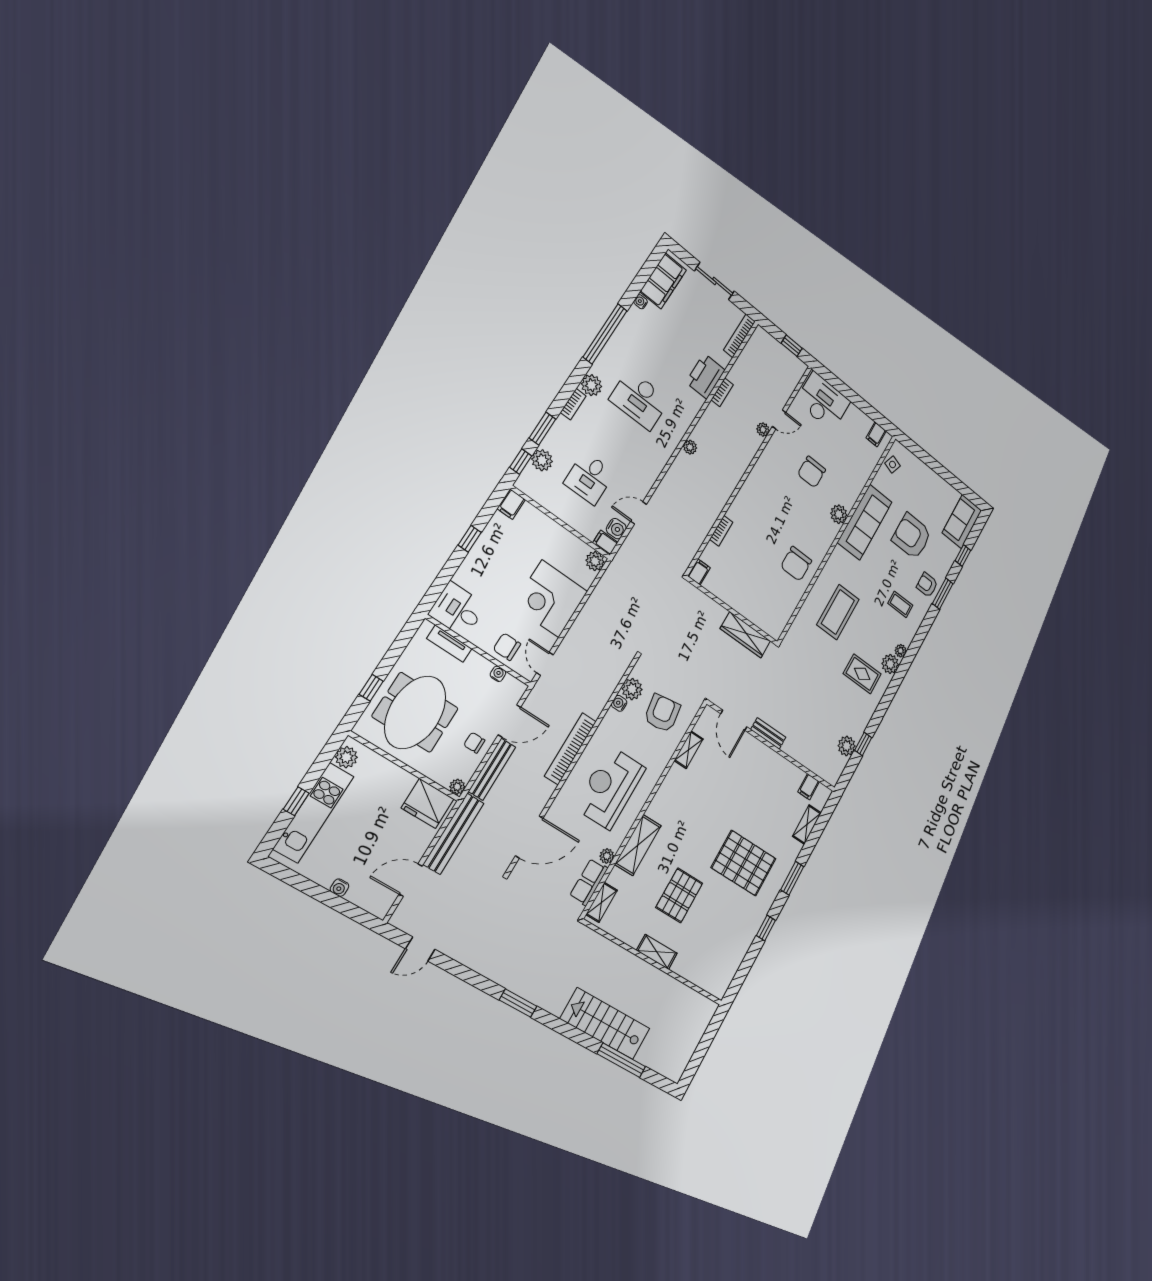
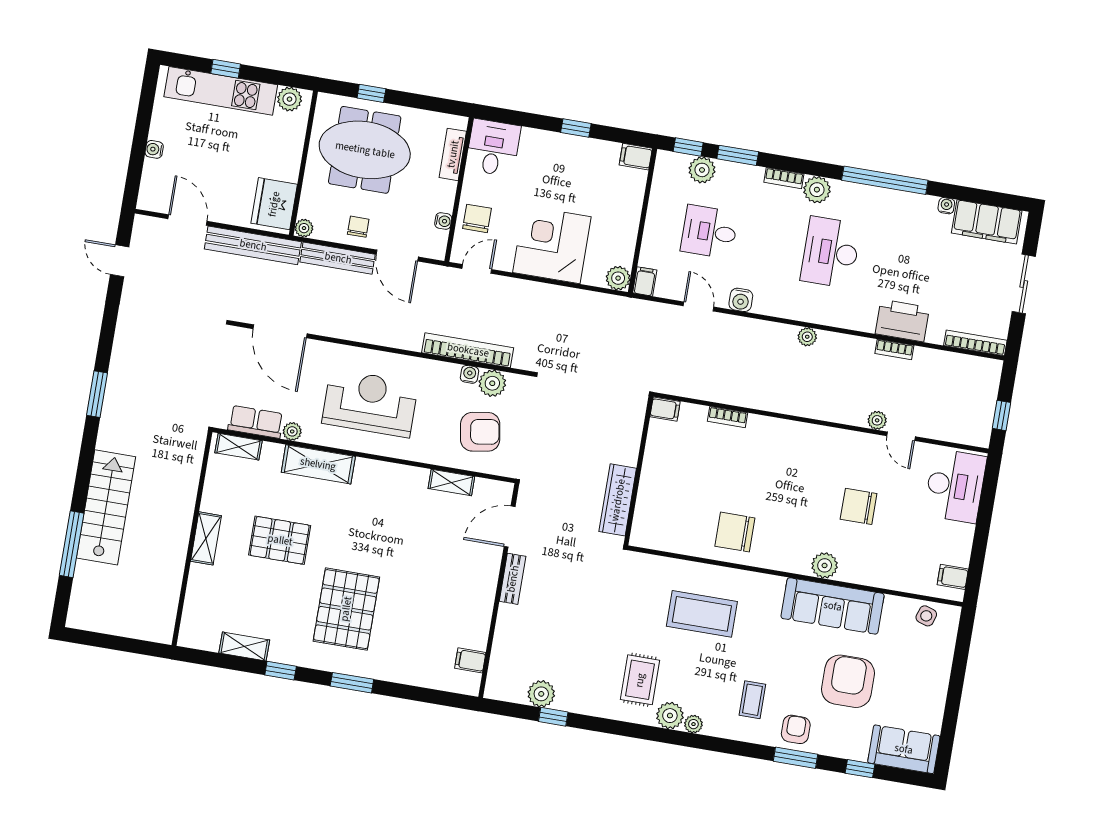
water cooler: (616, 529) -> (741, 300), moved
bookcase: (570, 749) -> (468, 350), moved
shelving: (807, 825) -> (244, 646), moved

